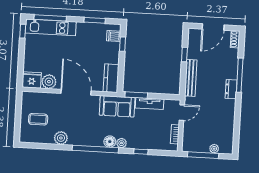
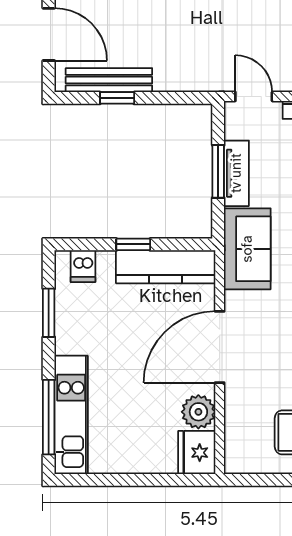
window: (23, 31) -> (84, 480), removed
window: (122, 44) -> (133, 244), moved
kitchen counter: (111, 78) -> (166, 267), width x1.50
bench: (191, 78) -> (109, 80), moved
window: (136, 95) -> (218, 171), moved

